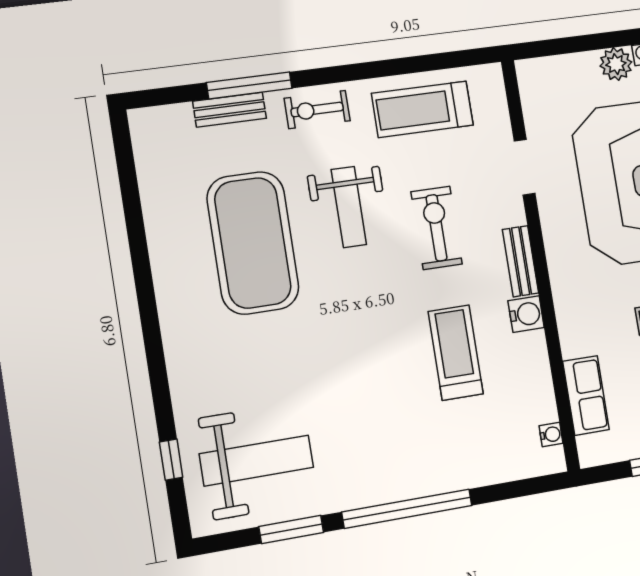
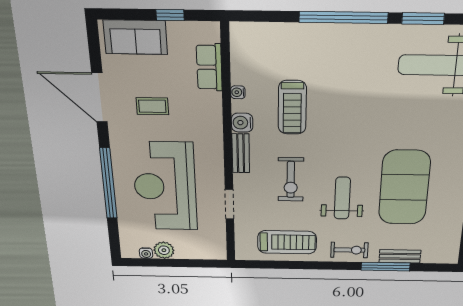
water cooler: (551, 434) -> (238, 92), moved

